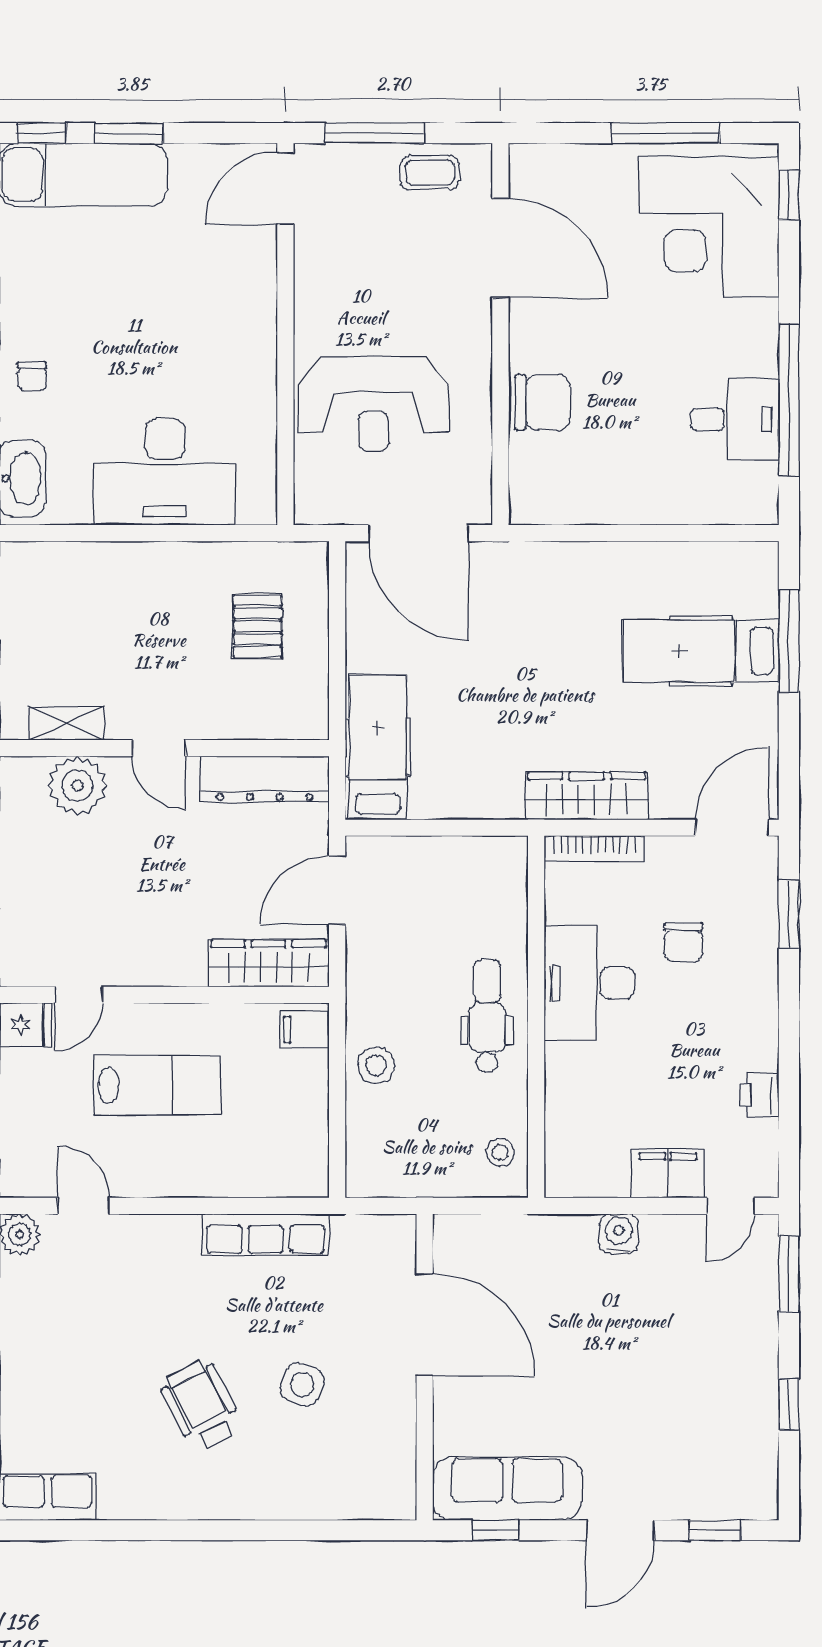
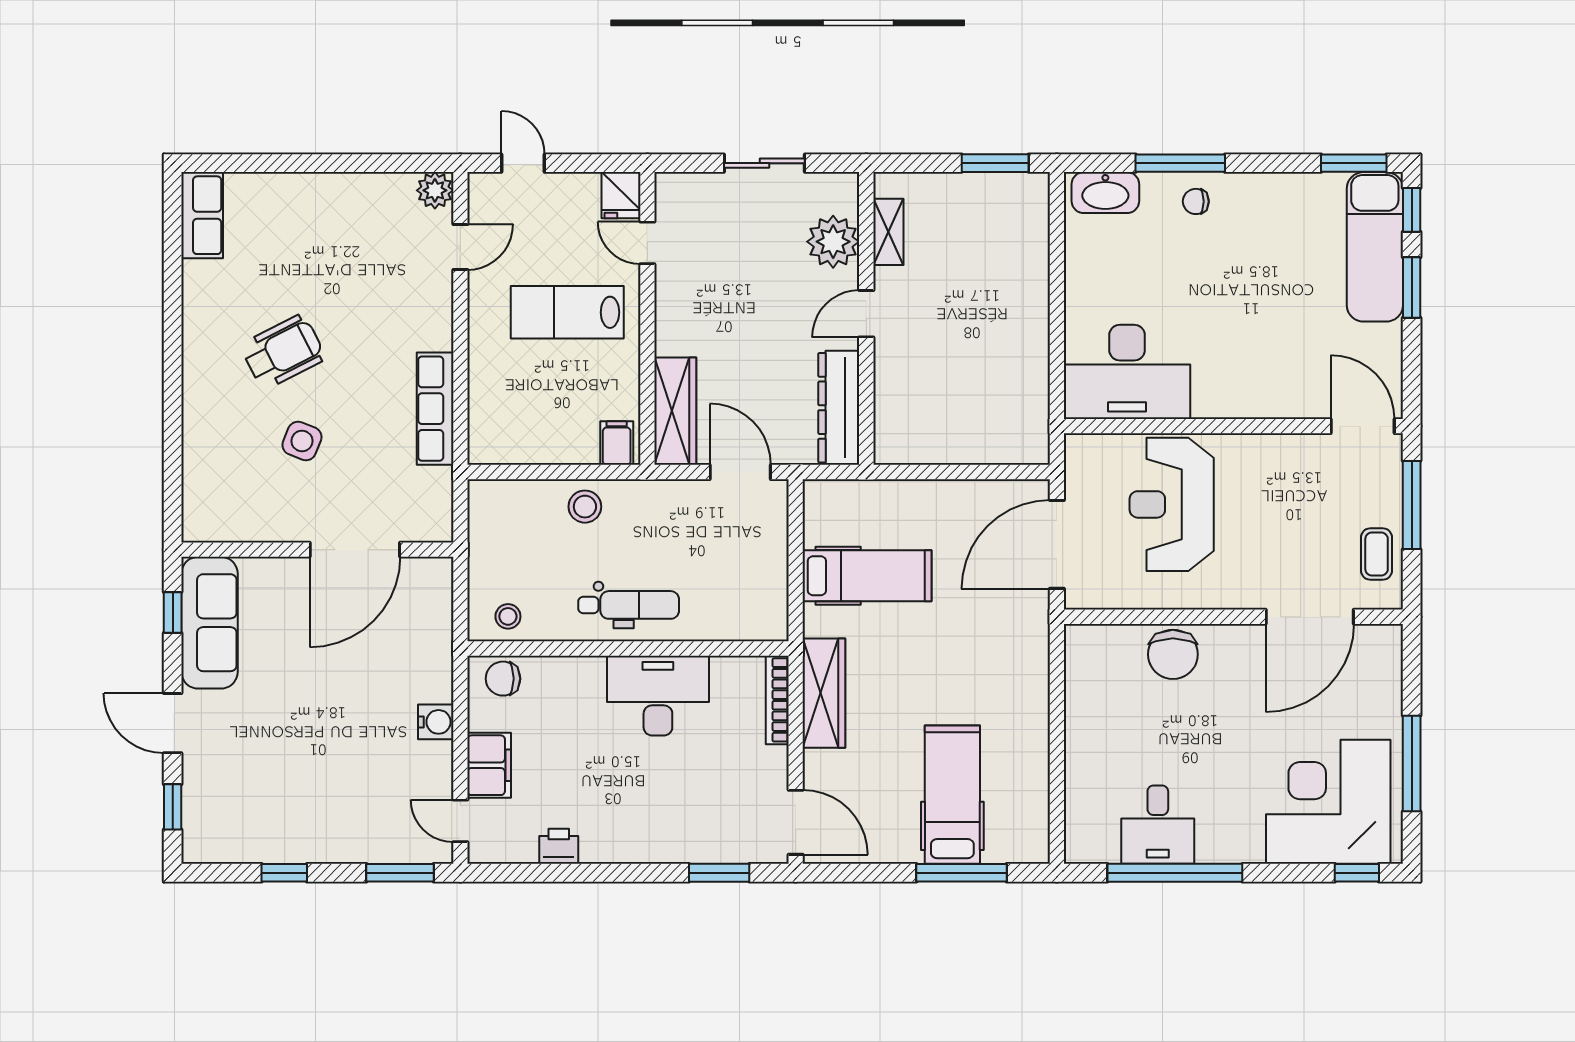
desk: (165, 472) -> (1127, 372), moved, turned -90
pallet: (258, 626) -> (974, 402), removed
hospital bed: (378, 747) -> (867, 576), moved
chair: (683, 942) -> (503, 679), moved
lab bench: (157, 1085) -> (567, 312), turned 90

